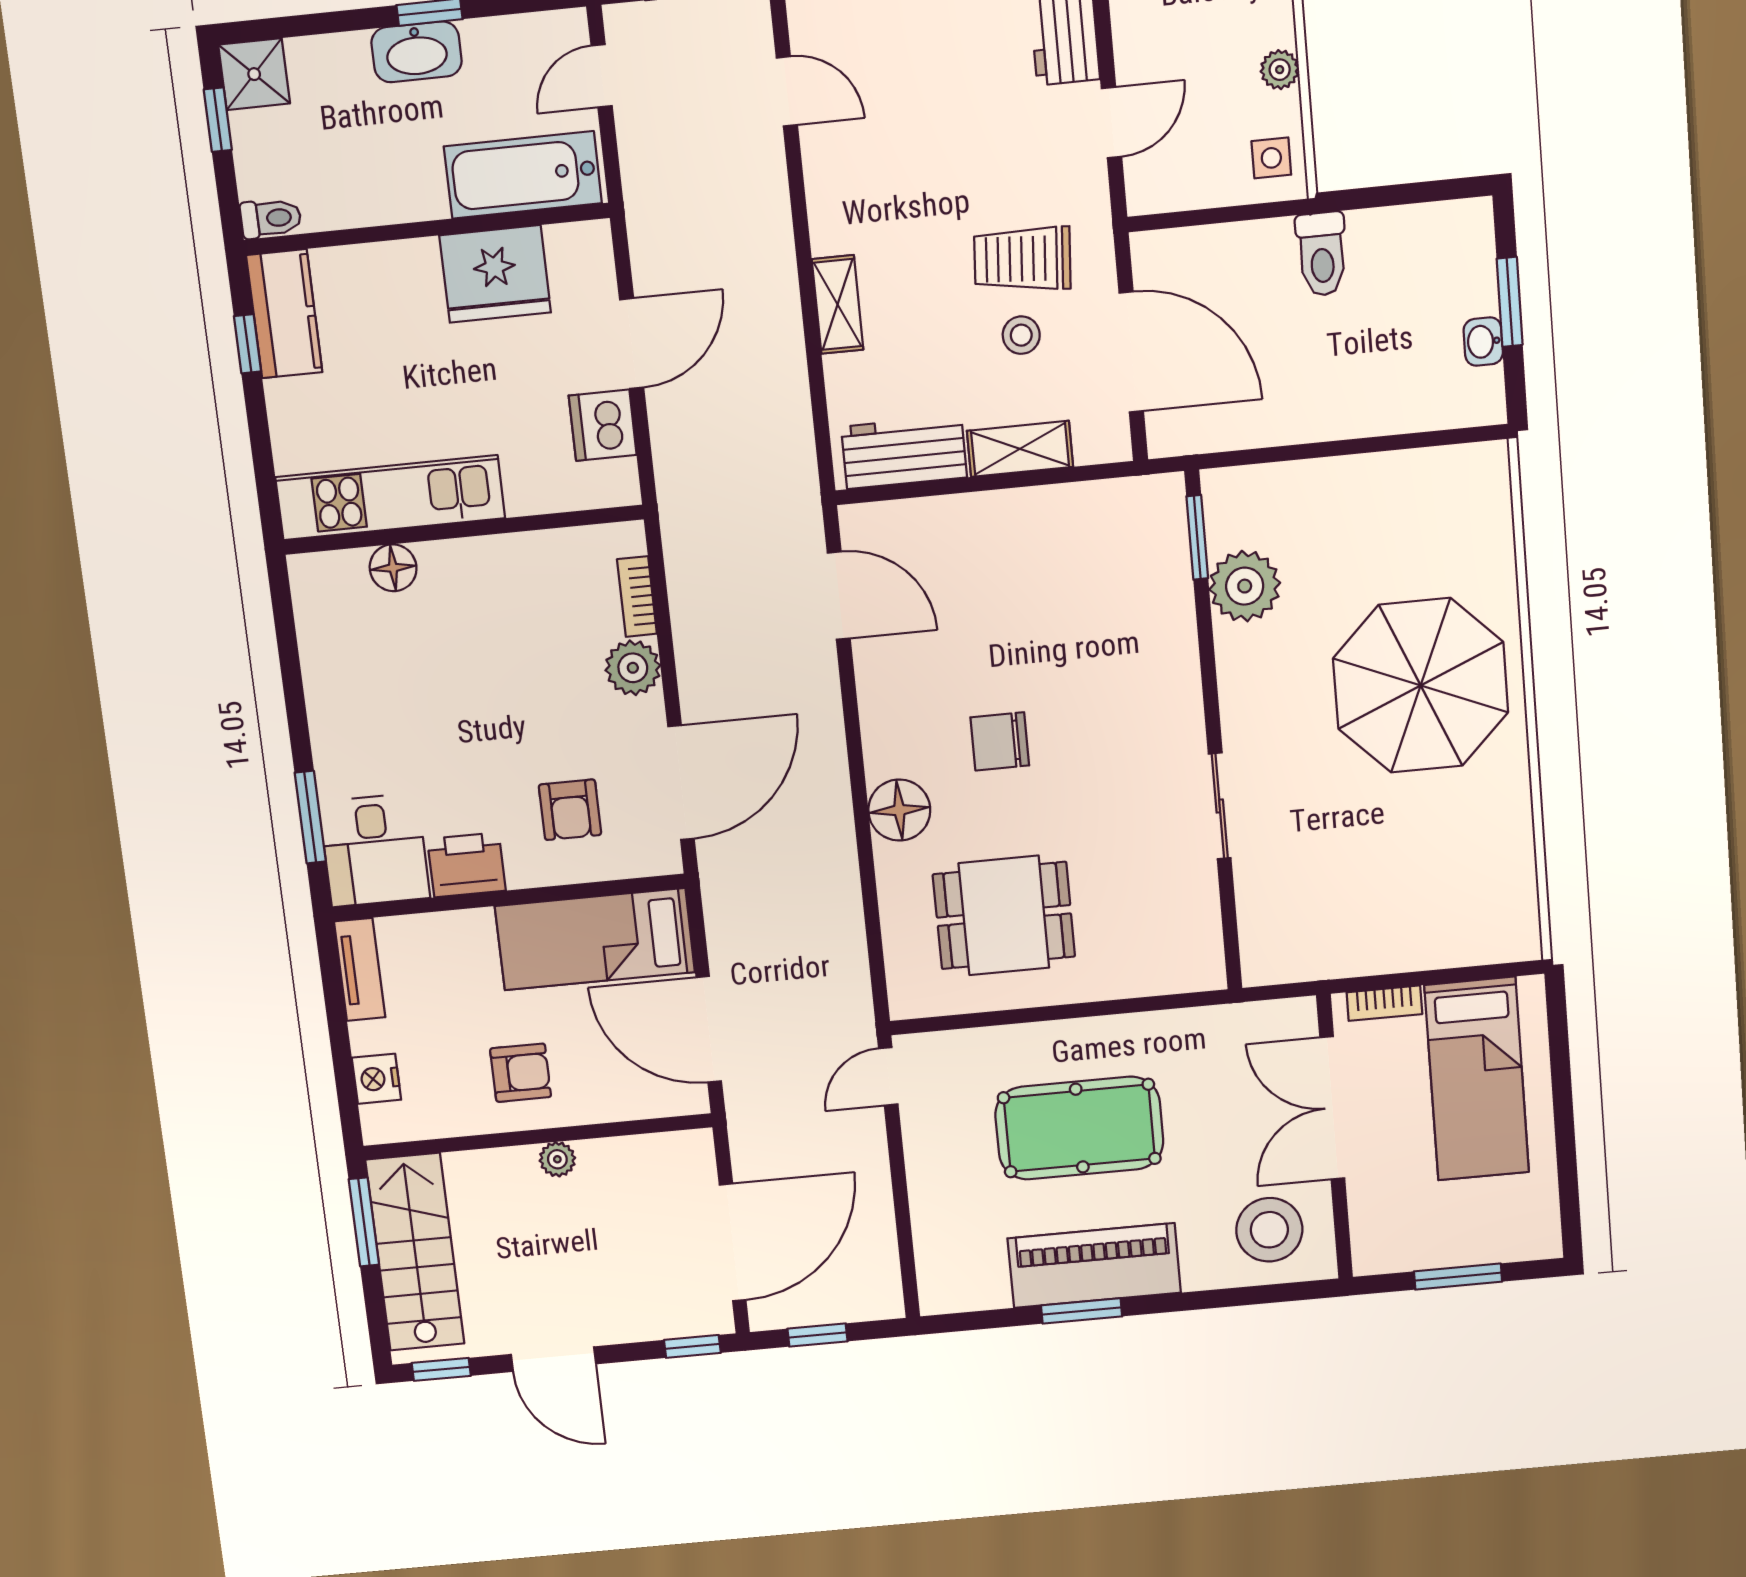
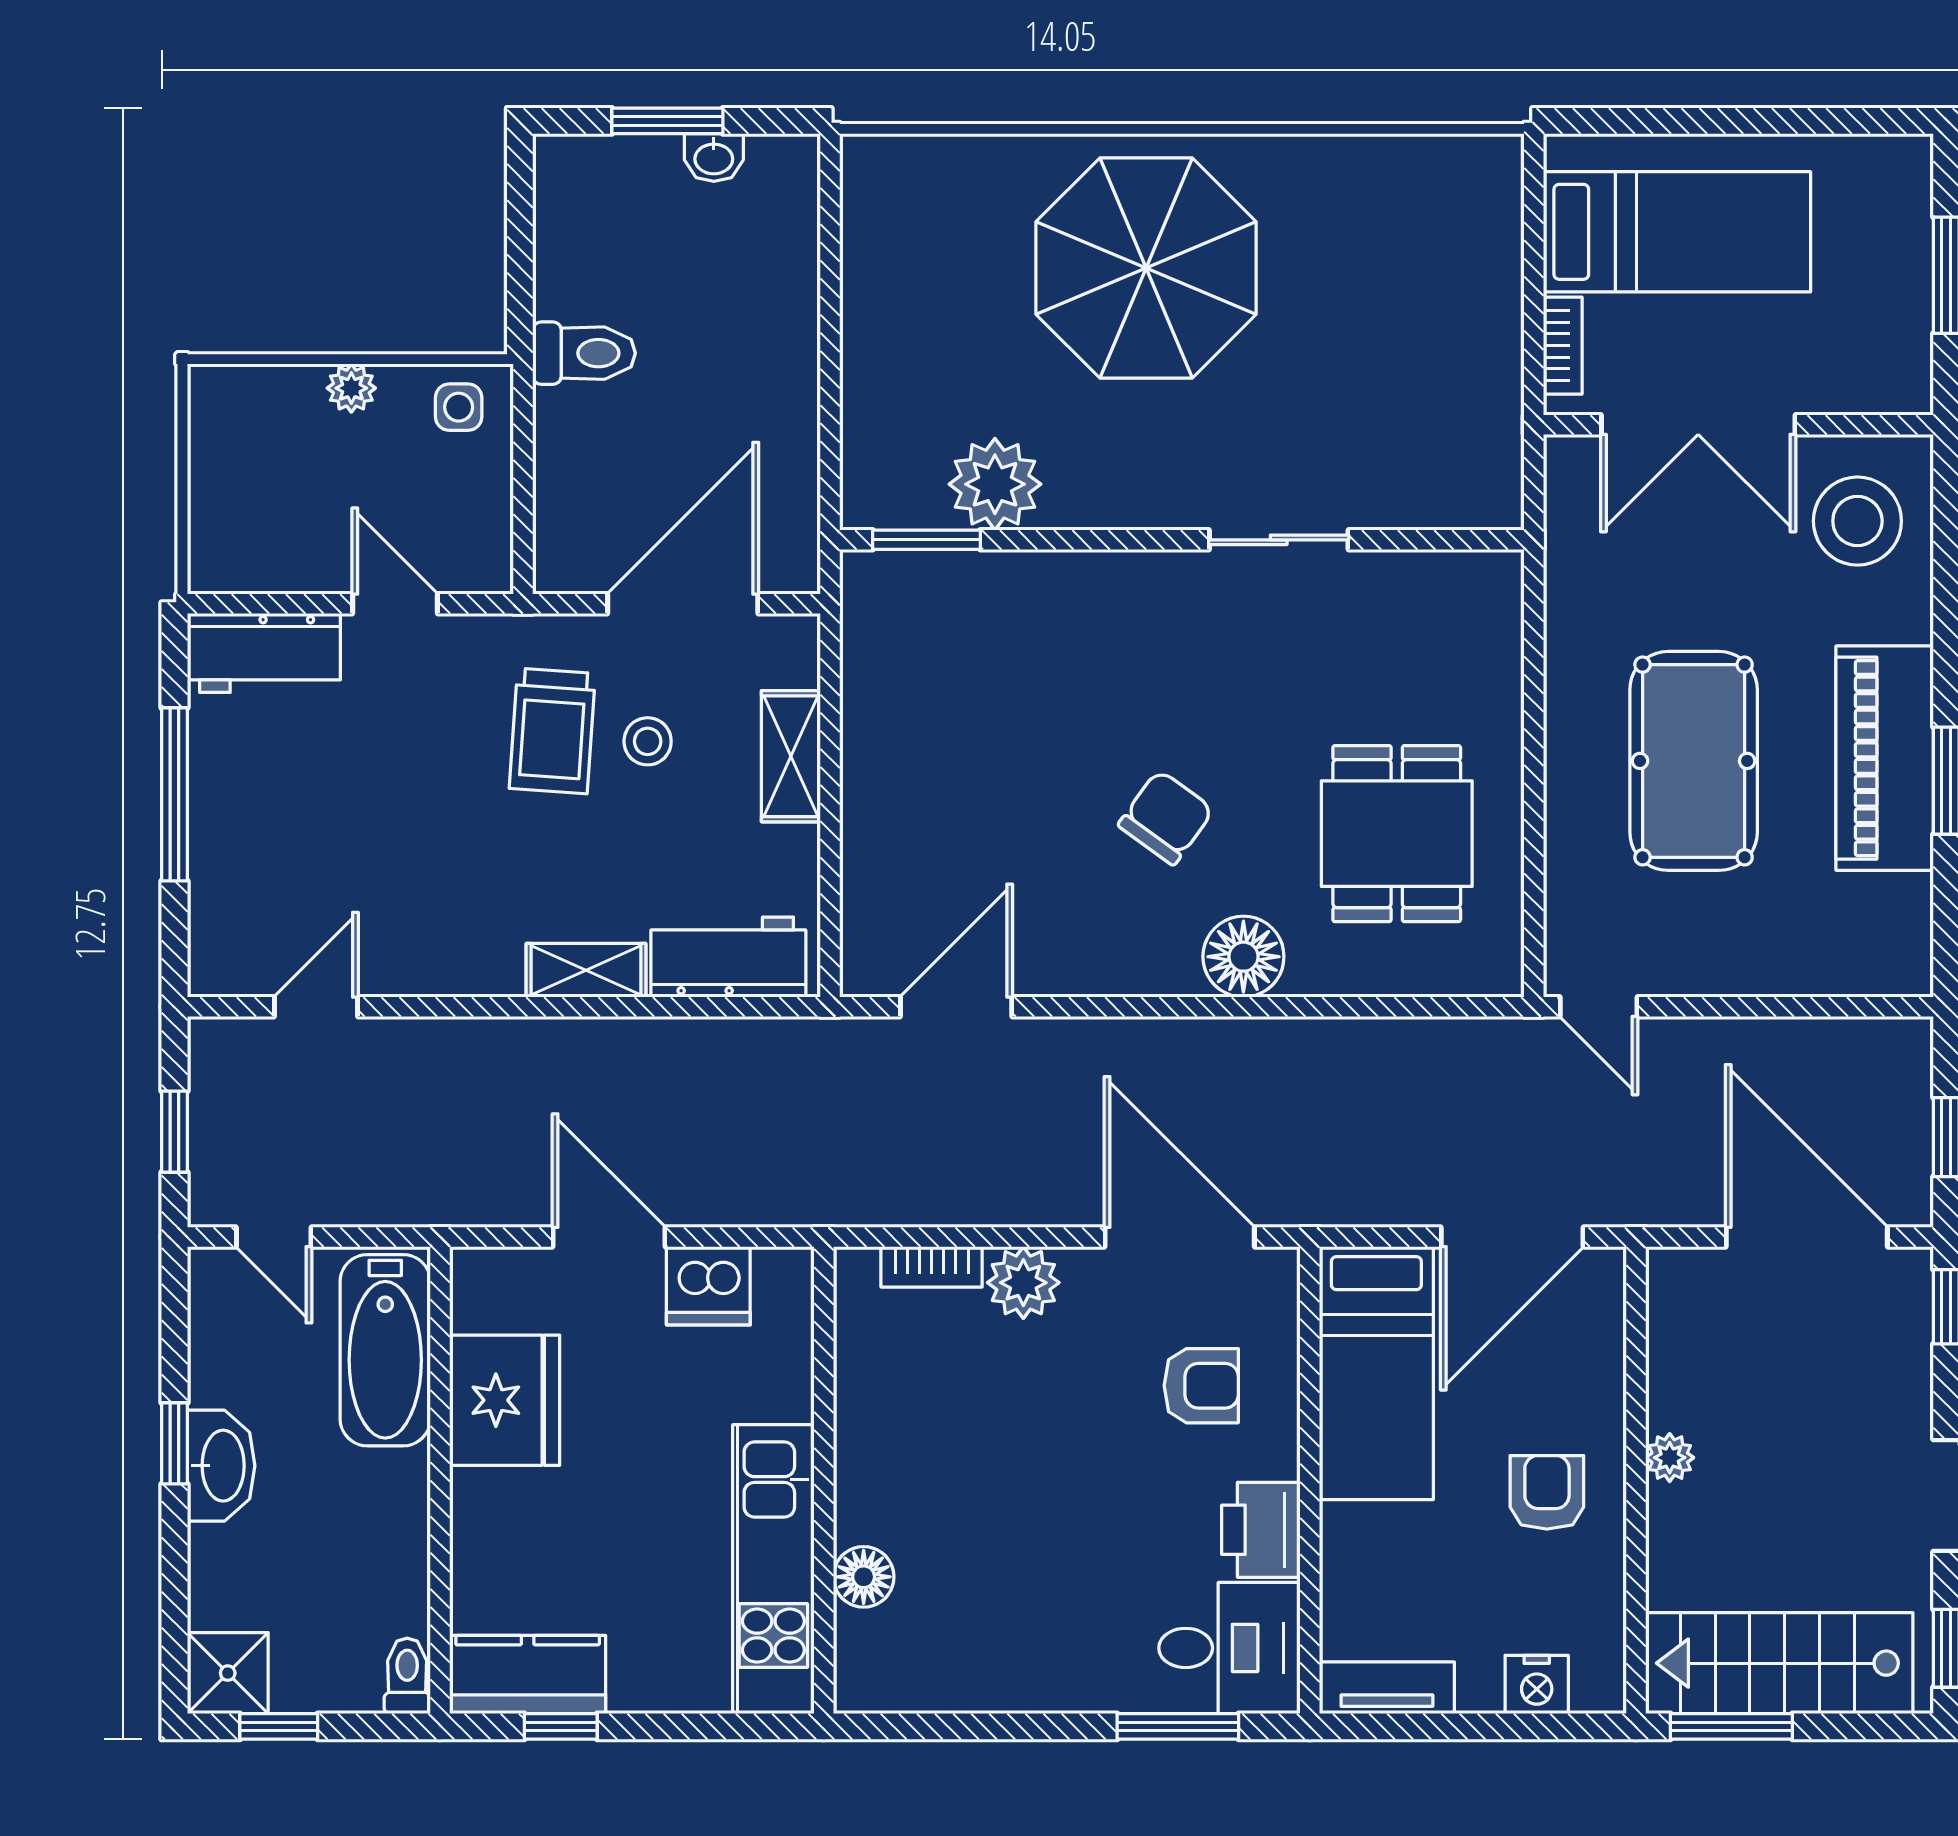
workbench: (904, 452) -> (728, 957), moved, turned 90
chair: (1000, 741) -> (1166, 817), turned -144

